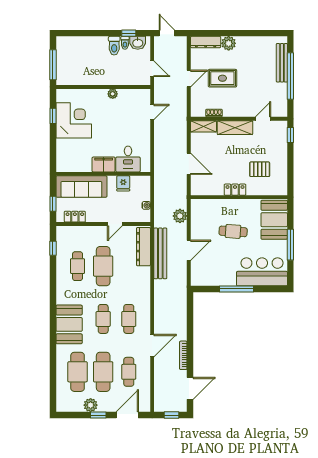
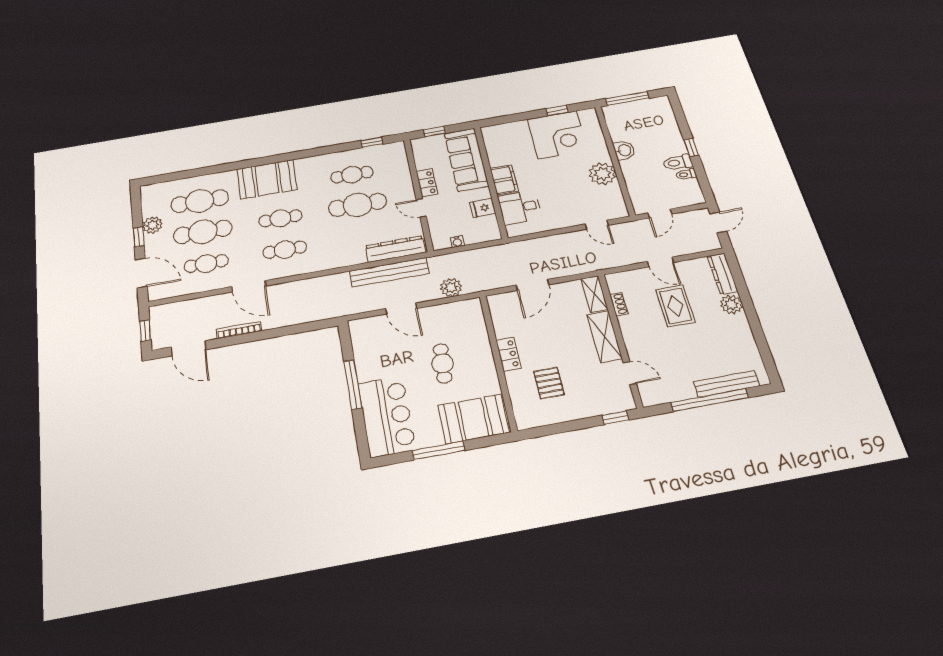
window: (129, 33) -> (691, 148), moved
washbasin: (138, 43) -> (624, 150), moved, turned 180
plant: (113, 94) -> (602, 174), width x1.88, depth x1.88
locker: (75, 217) -> (427, 183), moved

